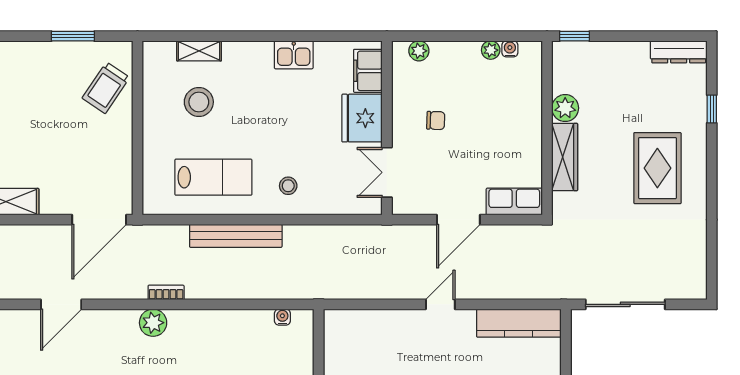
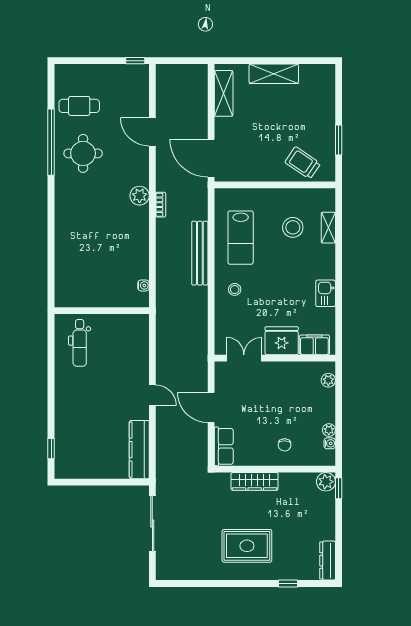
plant: (565, 108) -> (326, 482), moved
chair: (436, 120) -> (285, 445), moved

